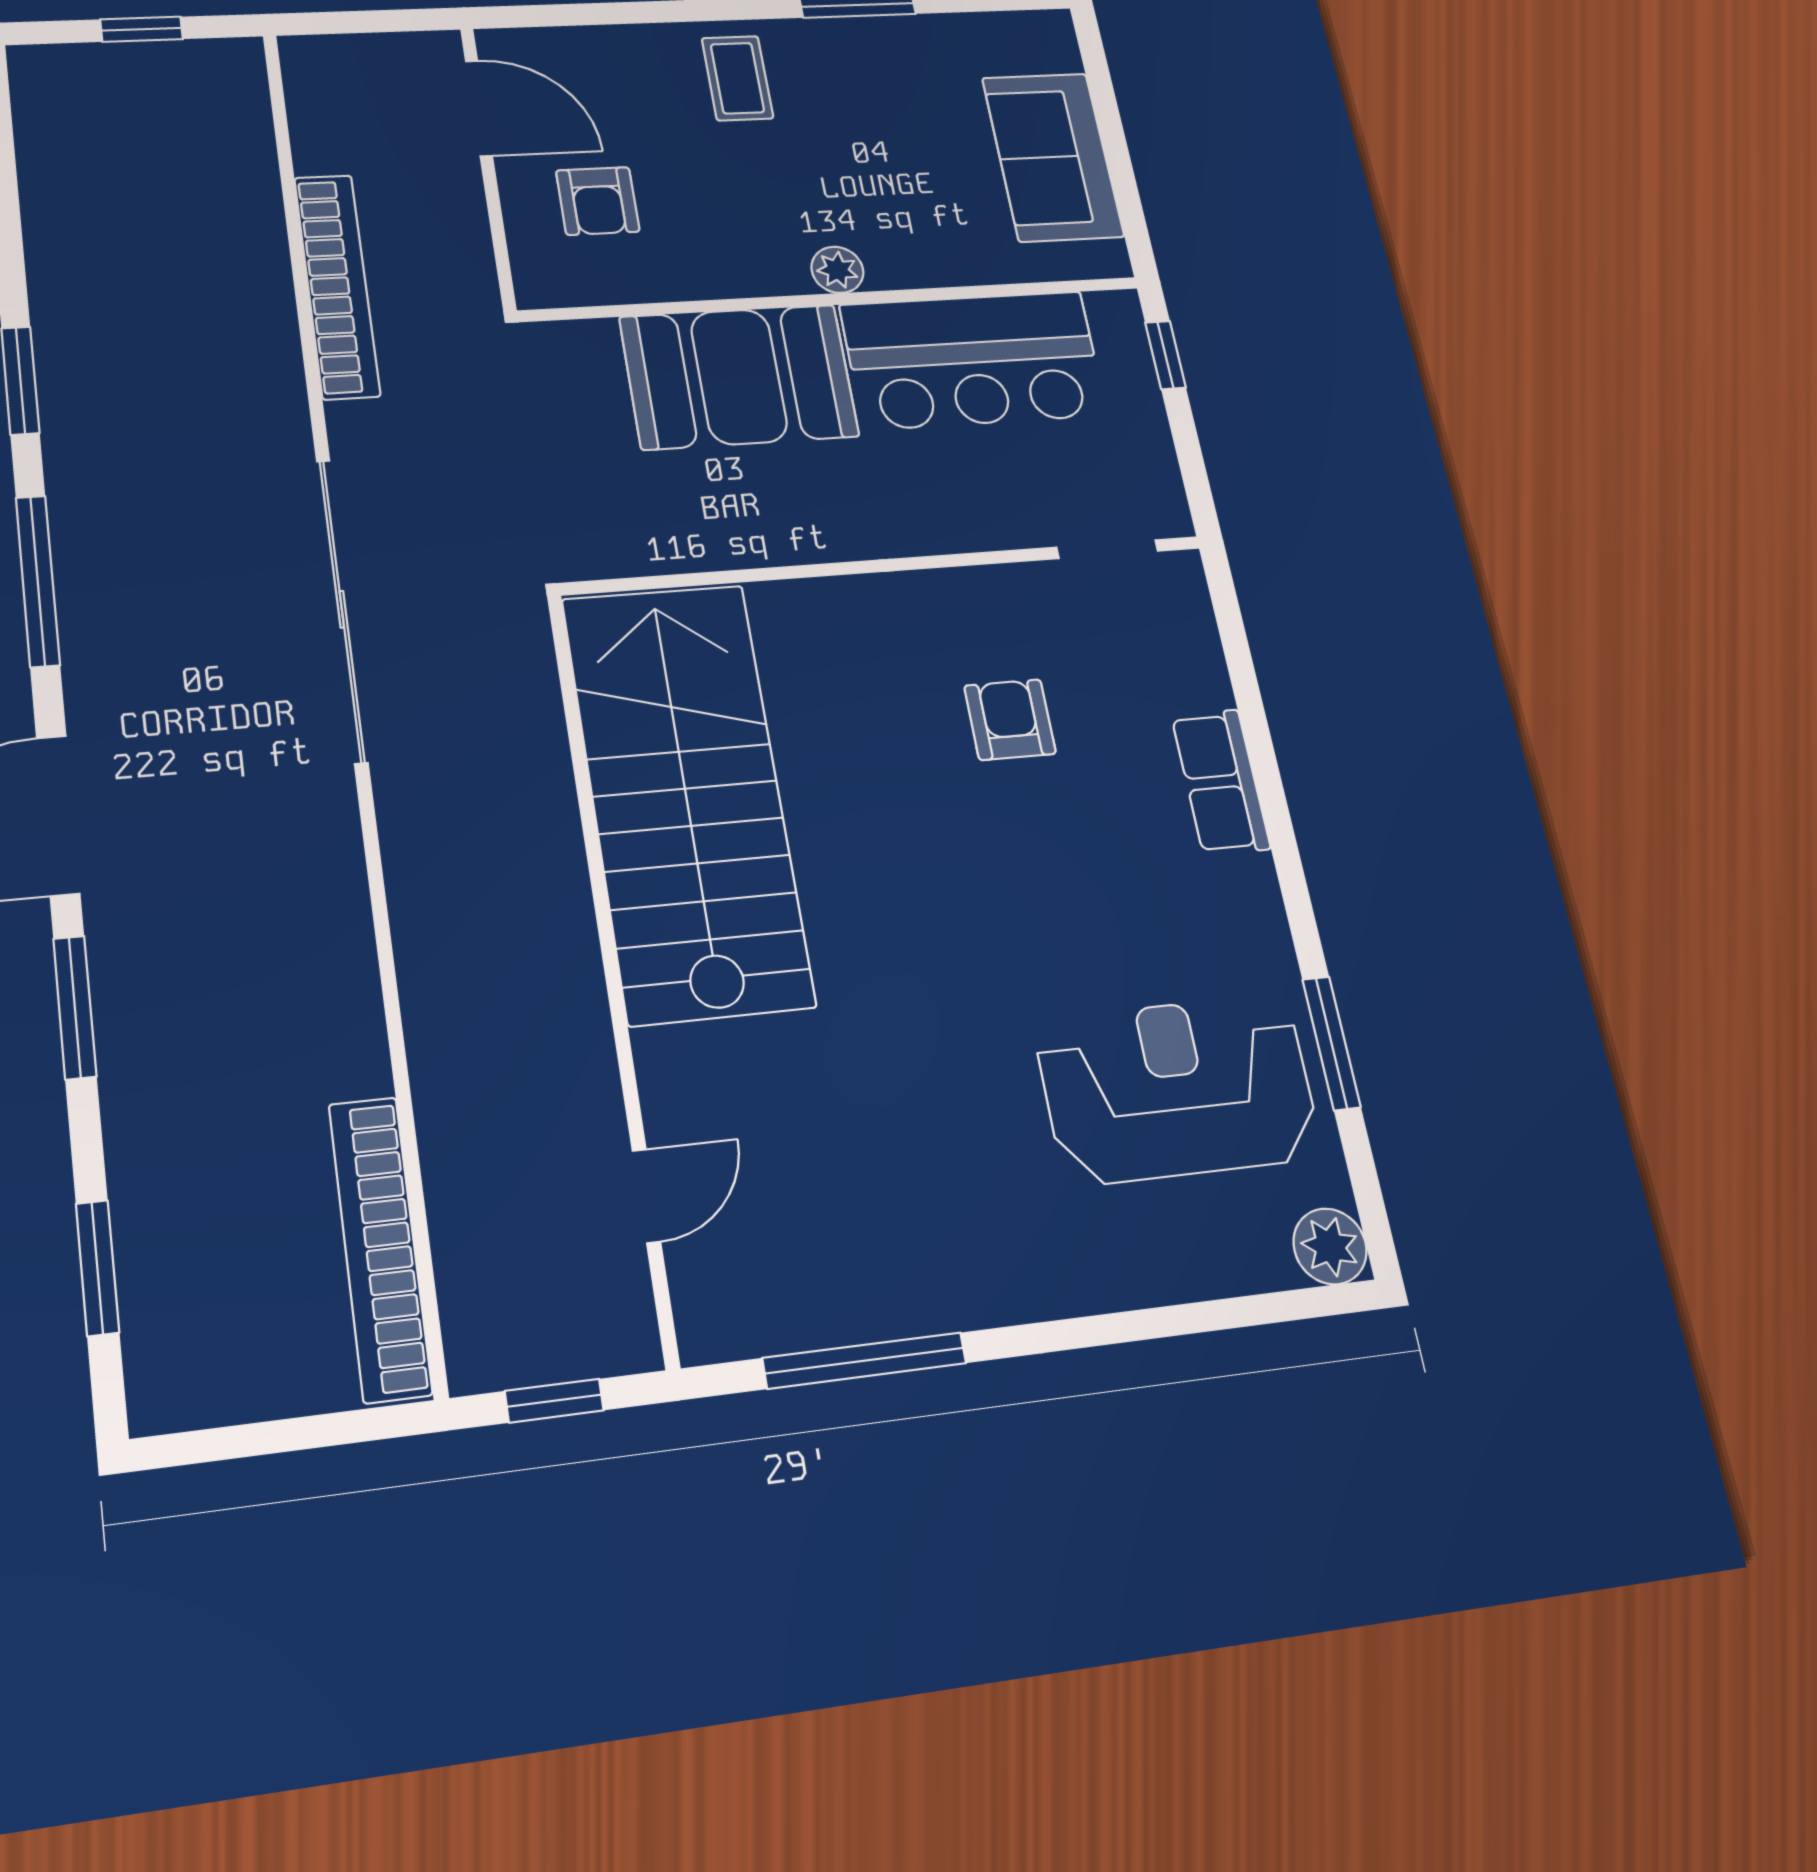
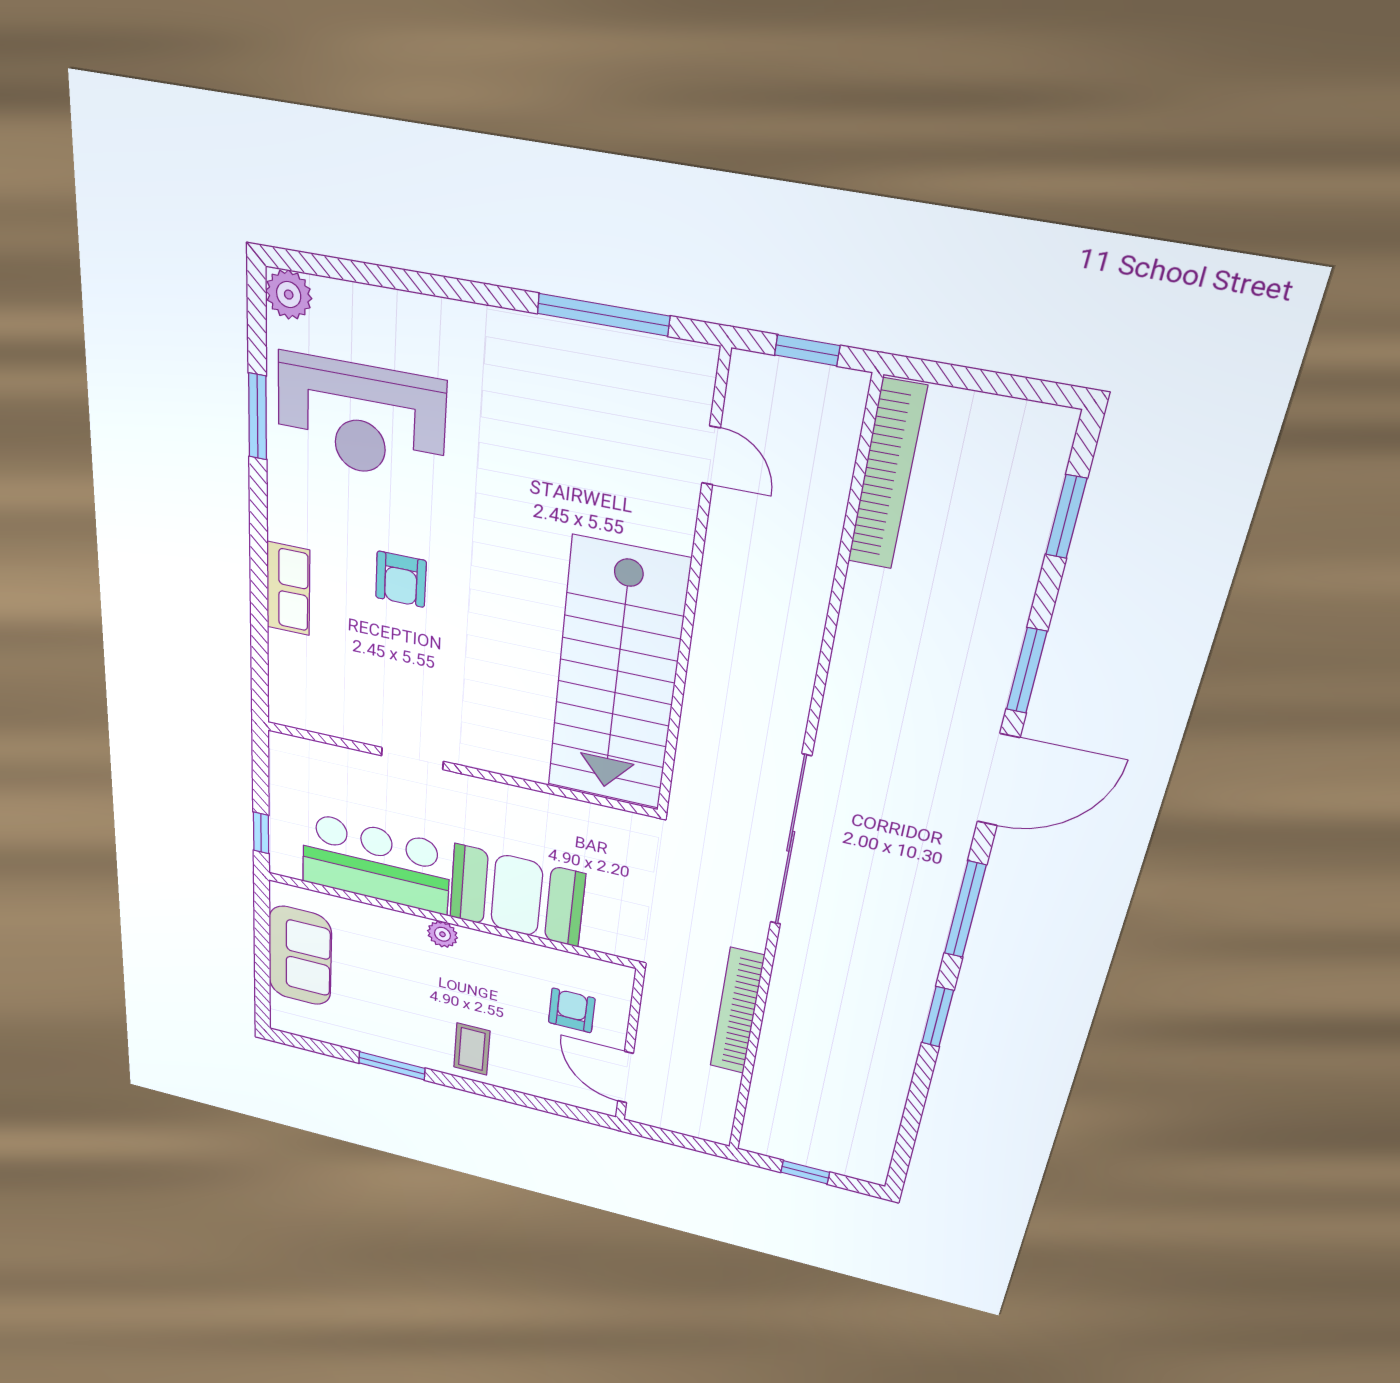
doorway: (1107, 549) -> (412, 759), moved
armchair: (1010, 720) -> (401, 579), moved
door: (646, 1196) -> (711, 455), swing flipped

